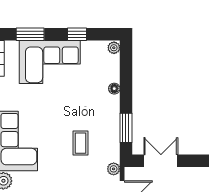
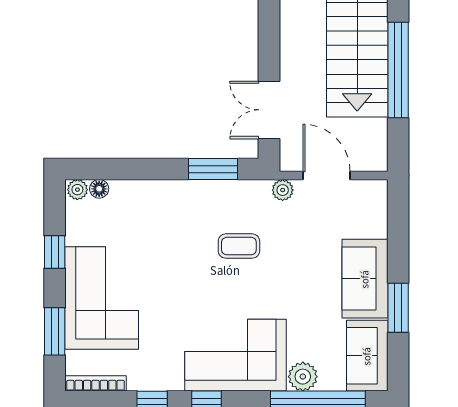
floor lamp: (114, 89) -> (99, 189), moved

